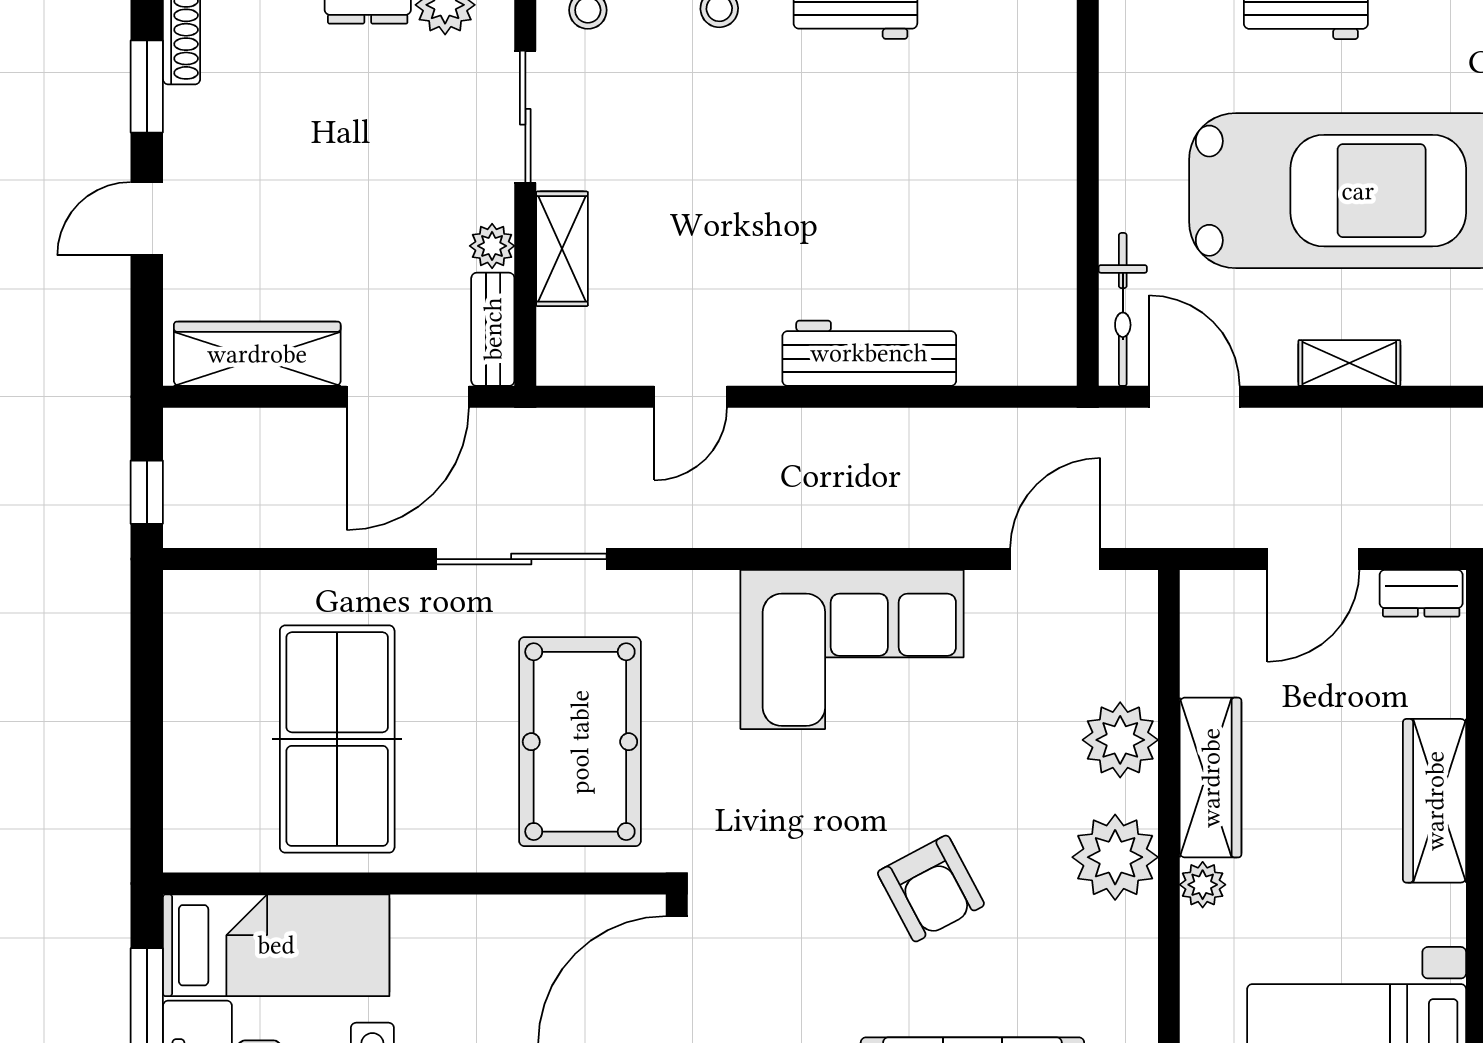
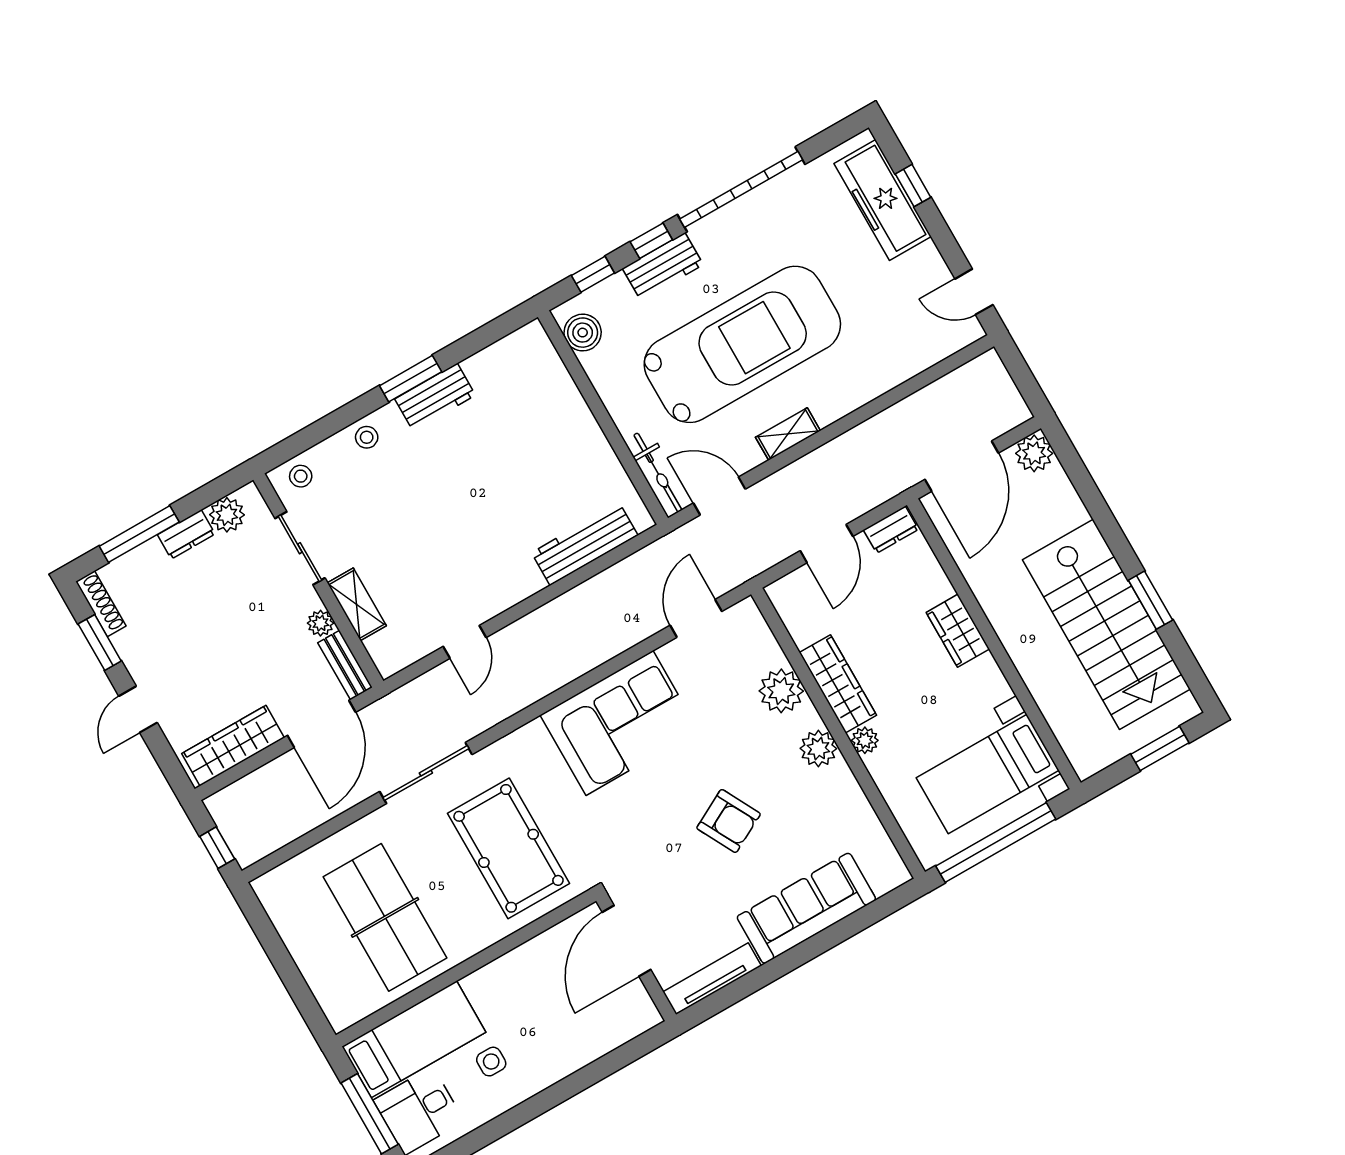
boiler: (1130, 37) -> (583, 333), added
workbench: (869, 353) -> (585, 544), moved
wardrobe: (1435, 801) -> (958, 631), width x0.67
plant: (1115, 857) -> (818, 748), width x0.73, depth x0.73

